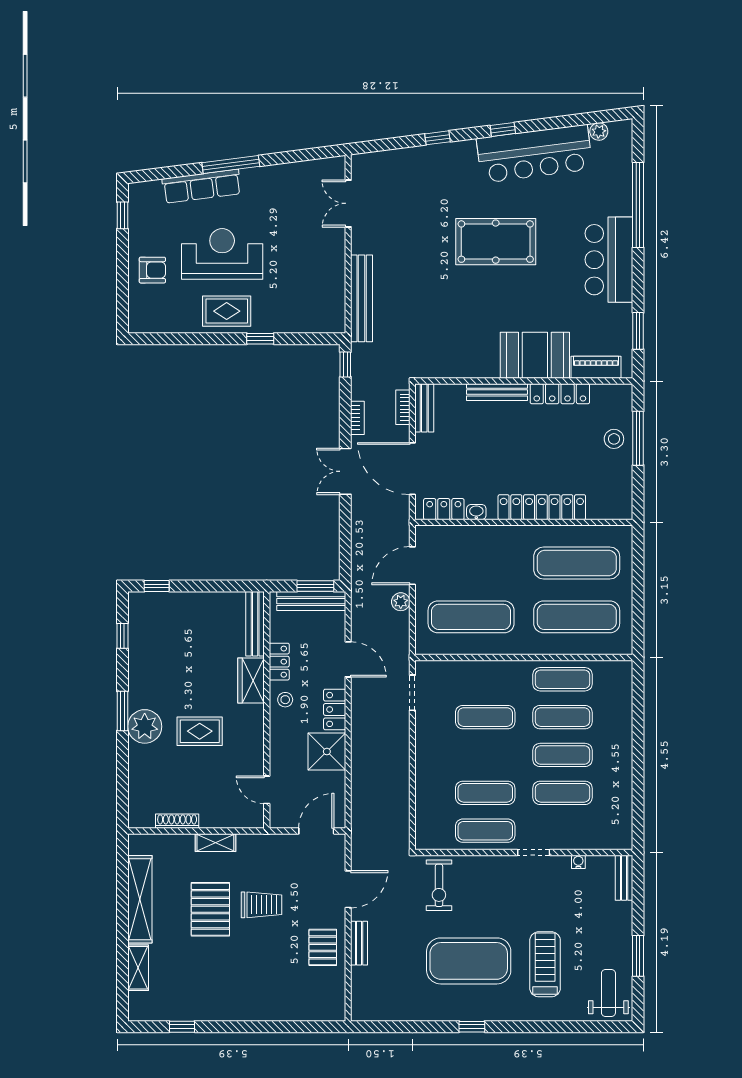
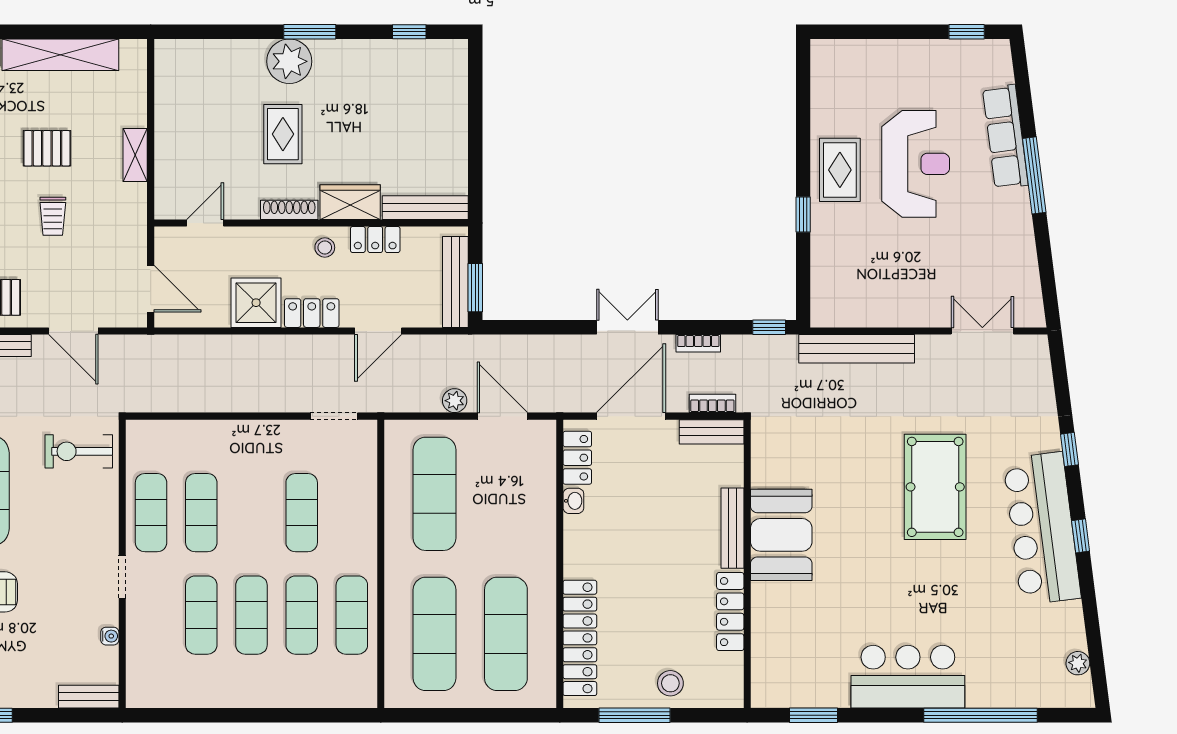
bar counter: (535, 154) -> (1042, 529), moved
pool table: (496, 242) -> (935, 487), moved
armchair: (152, 270) -> (894, 71), removed
booth: (535, 355) -> (781, 535), moved
piano: (596, 367) -> (765, 659), removed
window: (638, 438) -> (635, 715), moved
locker: (542, 507) -> (580, 638), moved
window: (157, 586) -> (475, 77), removed
shoe rack: (177, 821) -> (289, 210), moved, turned -90
trolley: (262, 905) -> (53, 216), width x0.73, depth x0.72
pallet: (210, 909) -> (47, 148), width x0.67, depth x0.71

